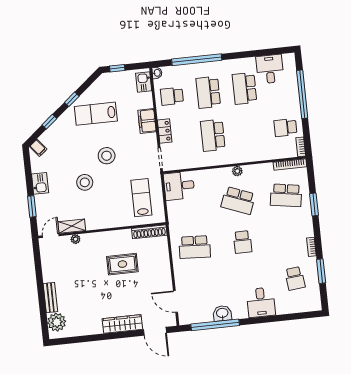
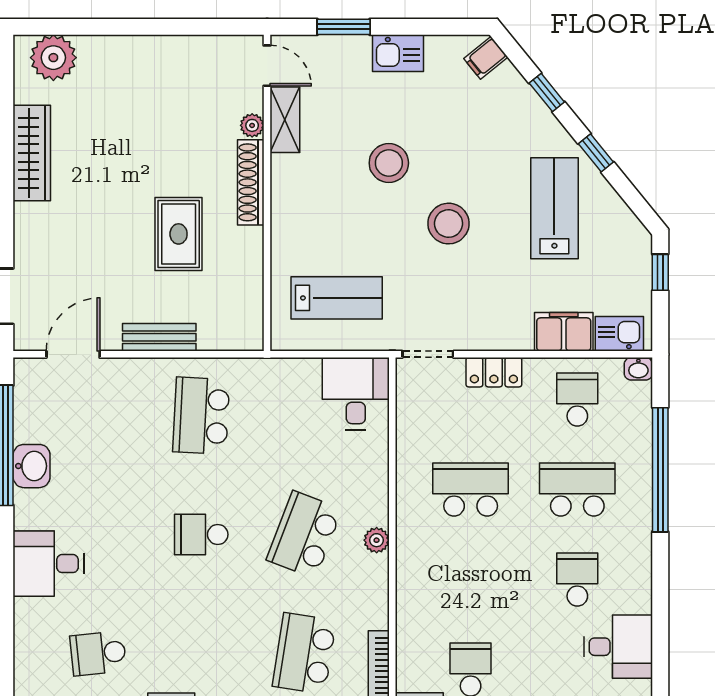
school desk: (245, 88) -> (577, 579), width x0.54
filing cabinet: (147, 121) -> (564, 332), moved
shoe rack: (149, 232) -> (251, 182), moved
bench: (50, 298) -> (159, 337), moved
wardrobe: (122, 324) -> (32, 153), moved

